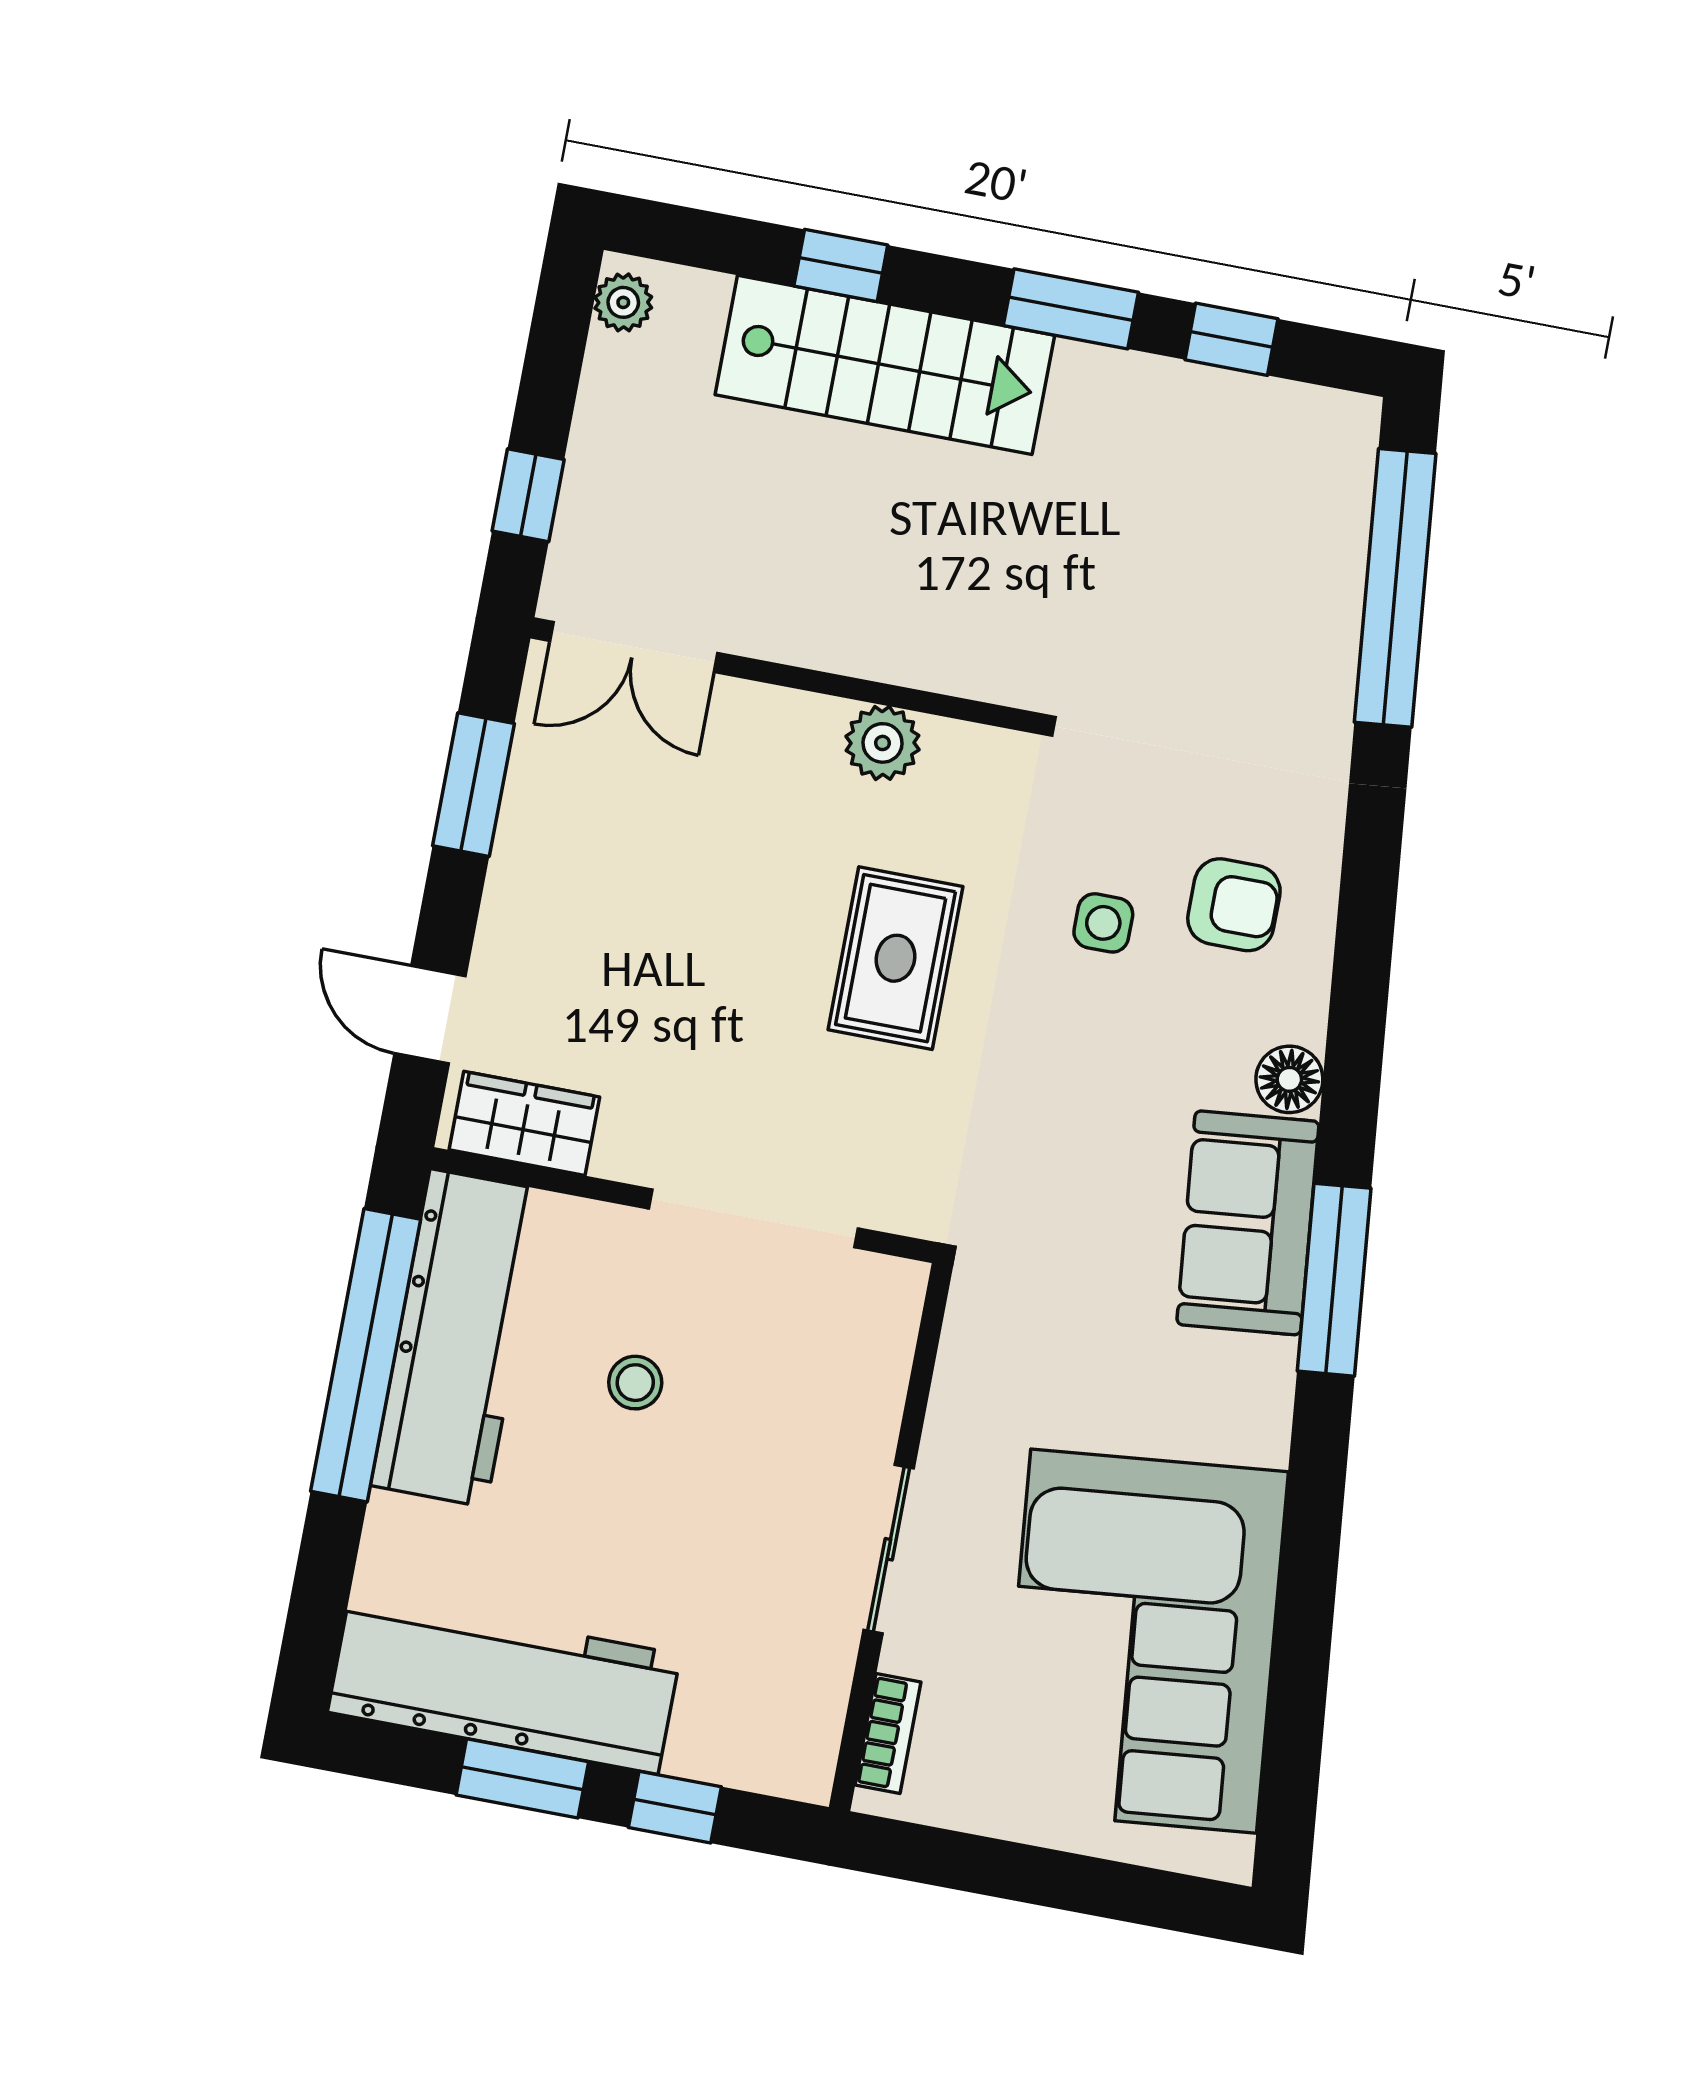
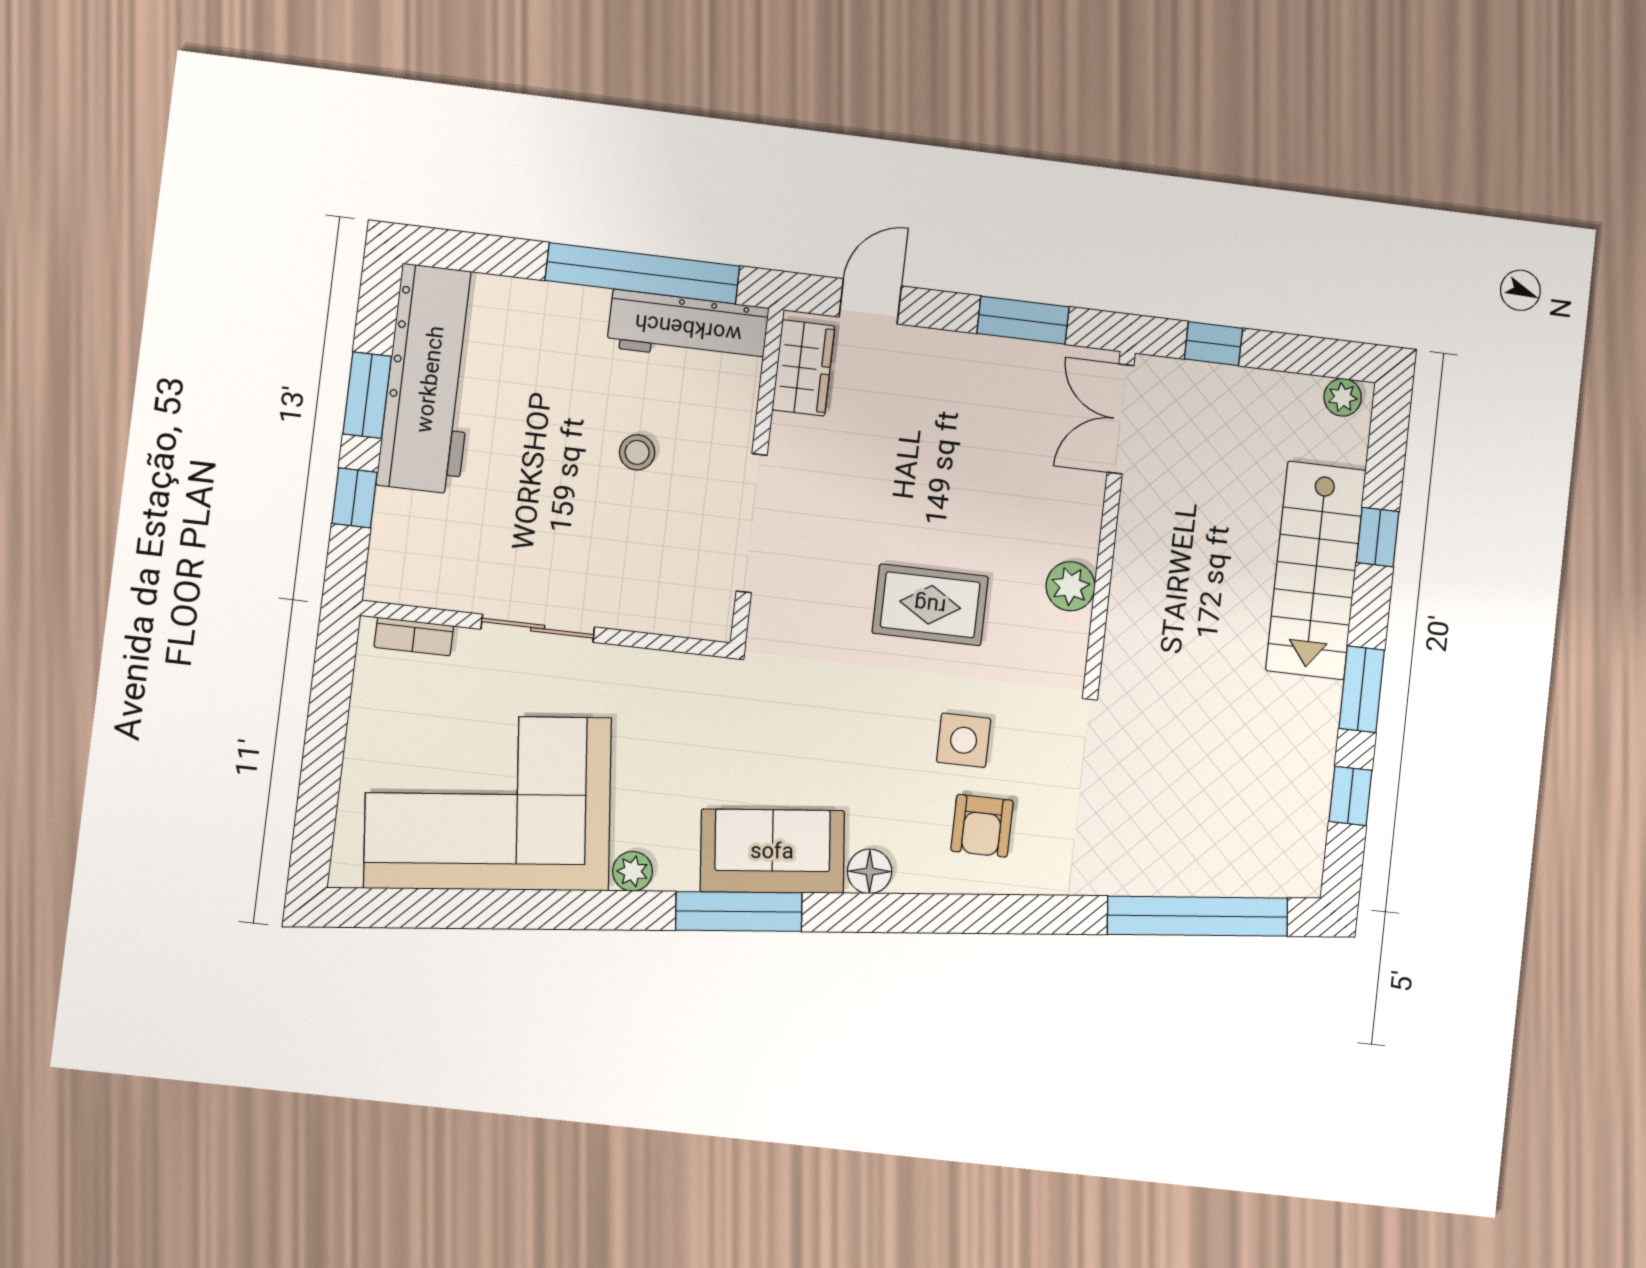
side table: (1103, 923) -> (964, 740), width x1.37, depth x1.37
workbench: (458, 1338) -> (688, 328), width x0.73, depth x0.76
plant: (1262, 1434) -> (633, 871), added

